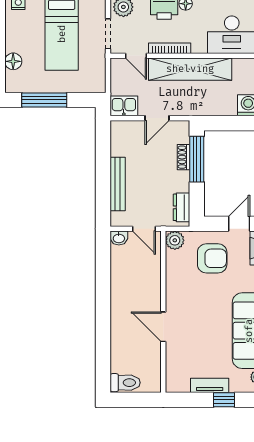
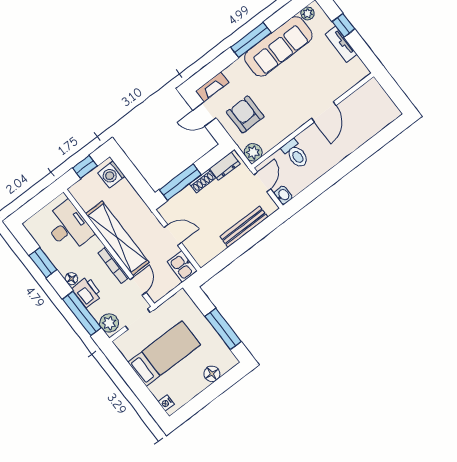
shoe rack: (183, 157) -> (202, 181), moved
toilet: (125, 383) -> (295, 154), moved, turned 180

